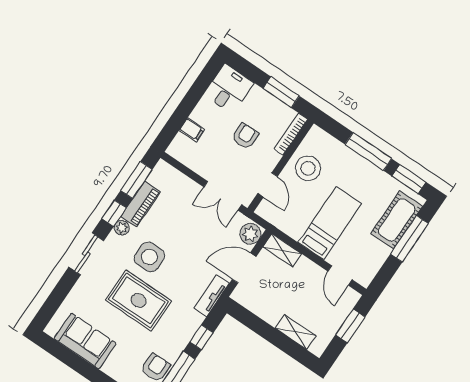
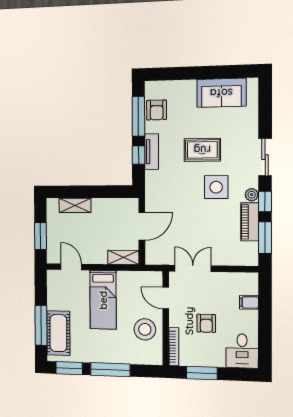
plant: (250, 234) -> (154, 254), removed
tv unit: (211, 296) -> (152, 152), moved
rug: (139, 300) -> (202, 150), width x0.73, depth x0.70

